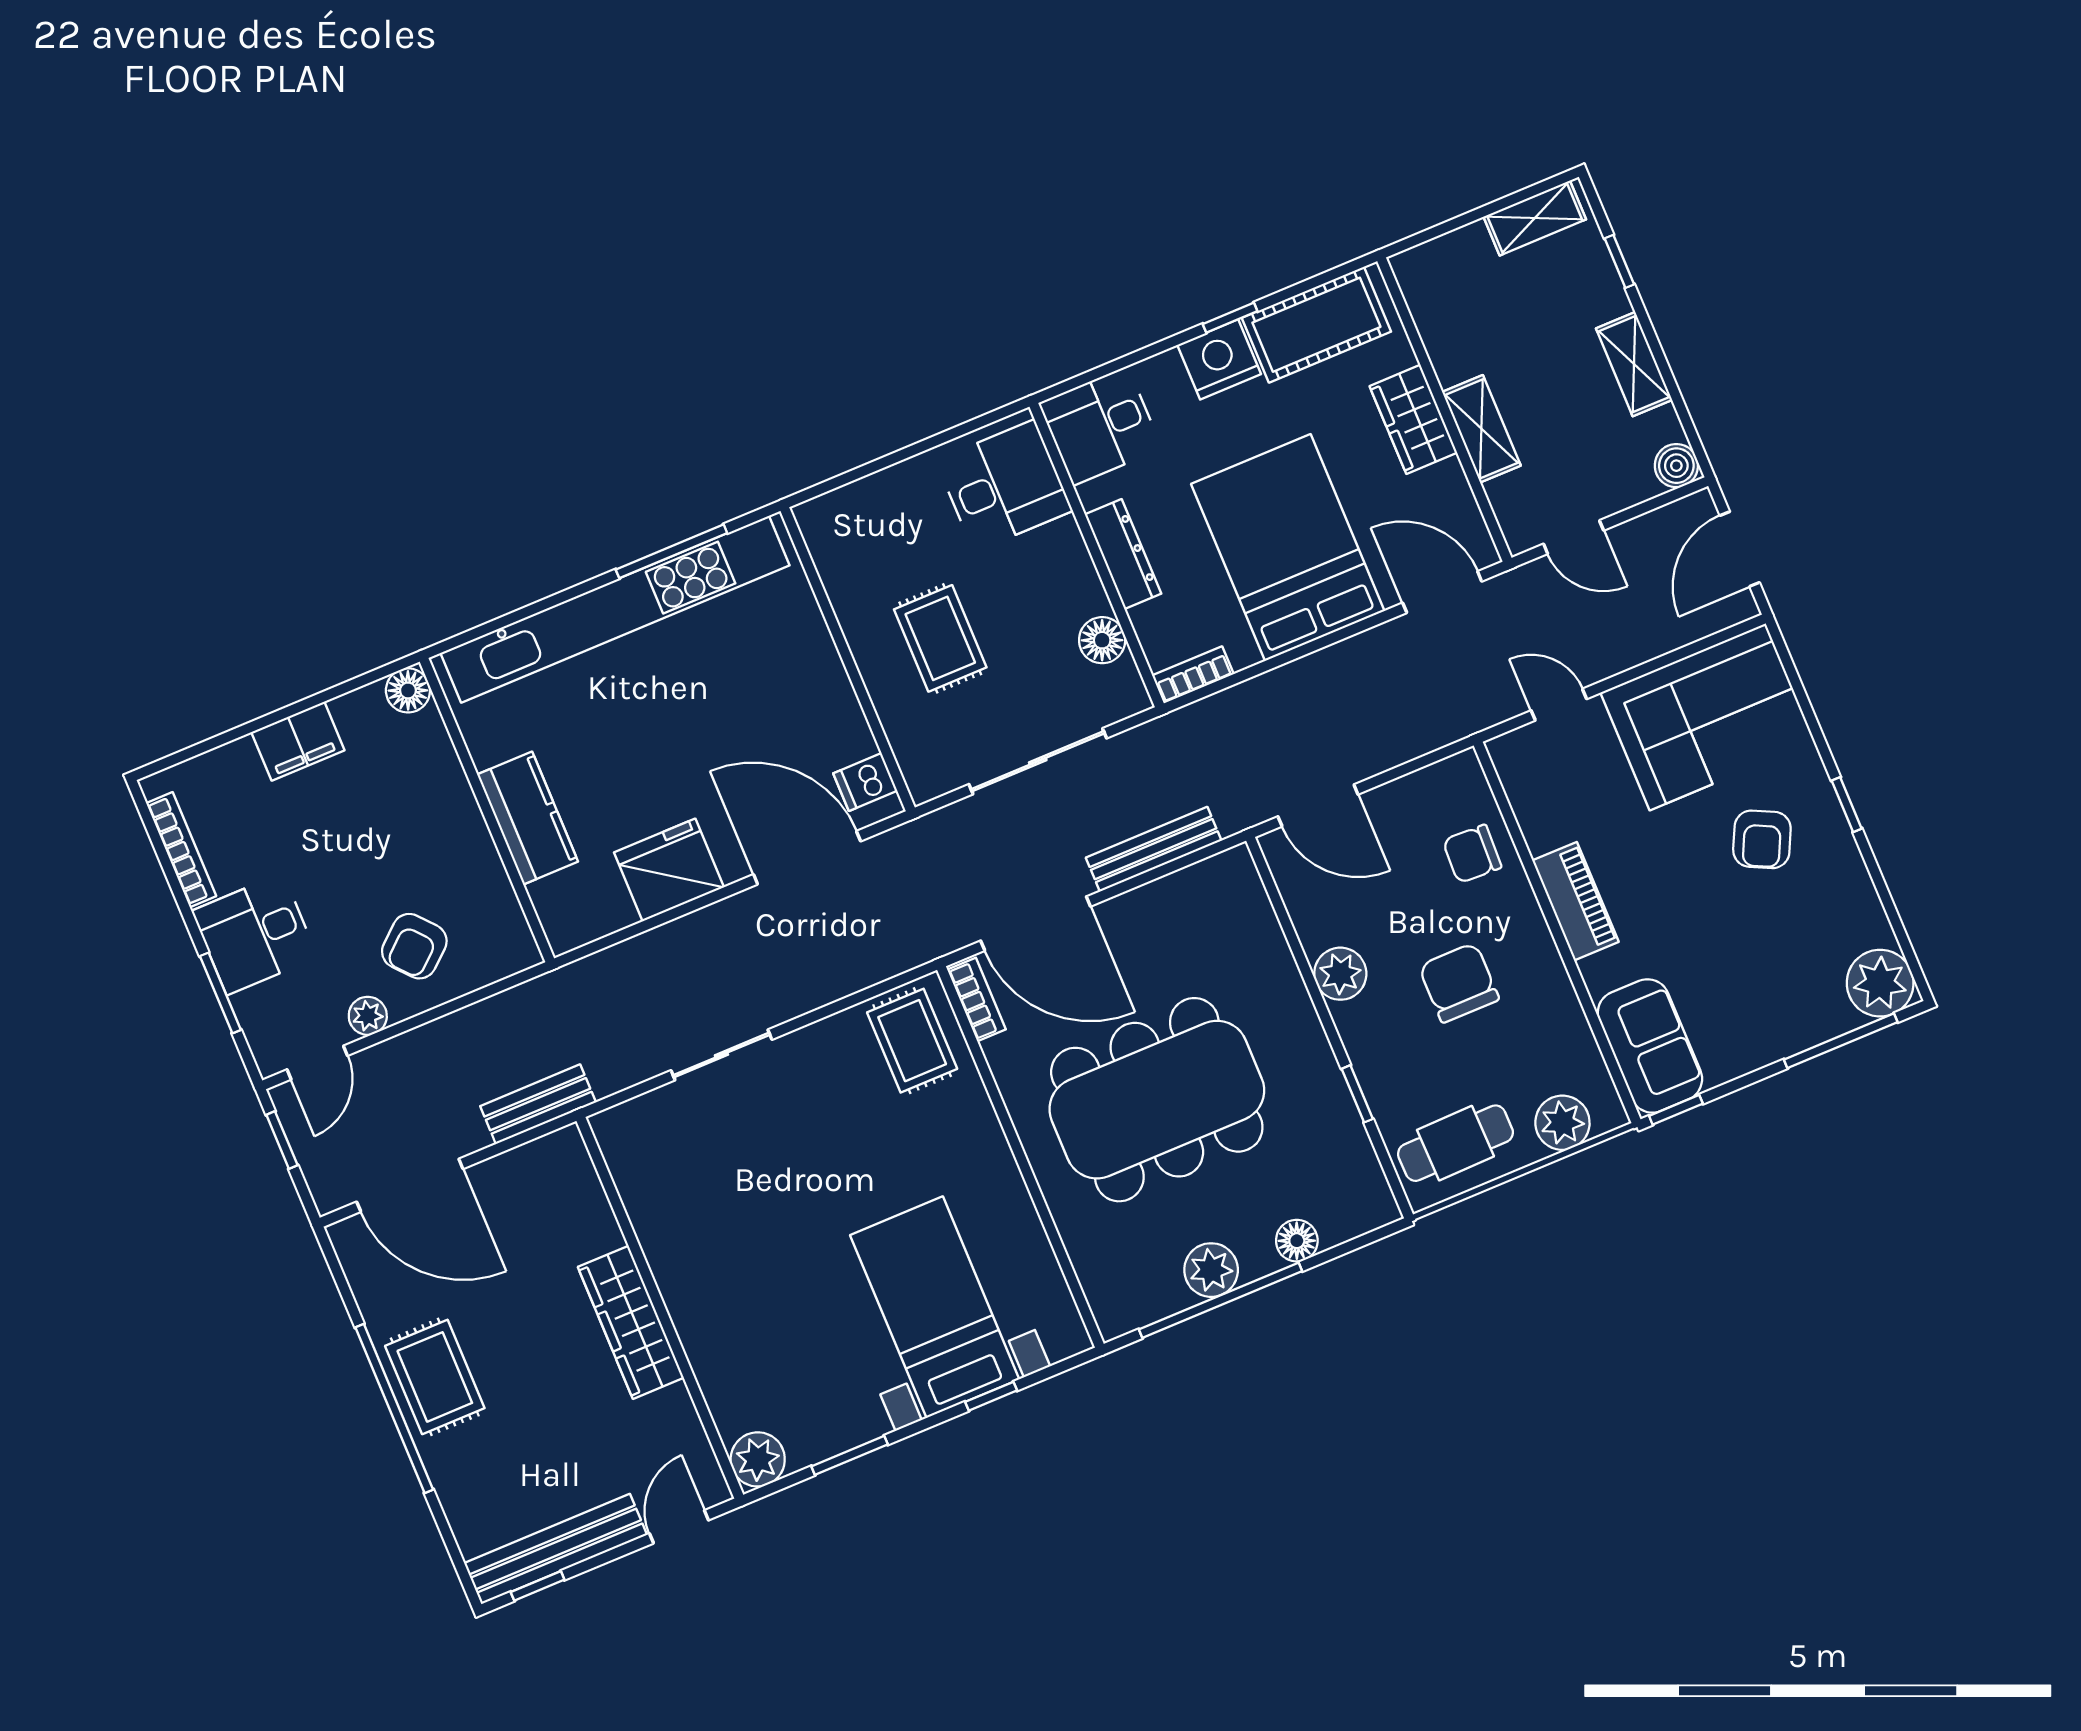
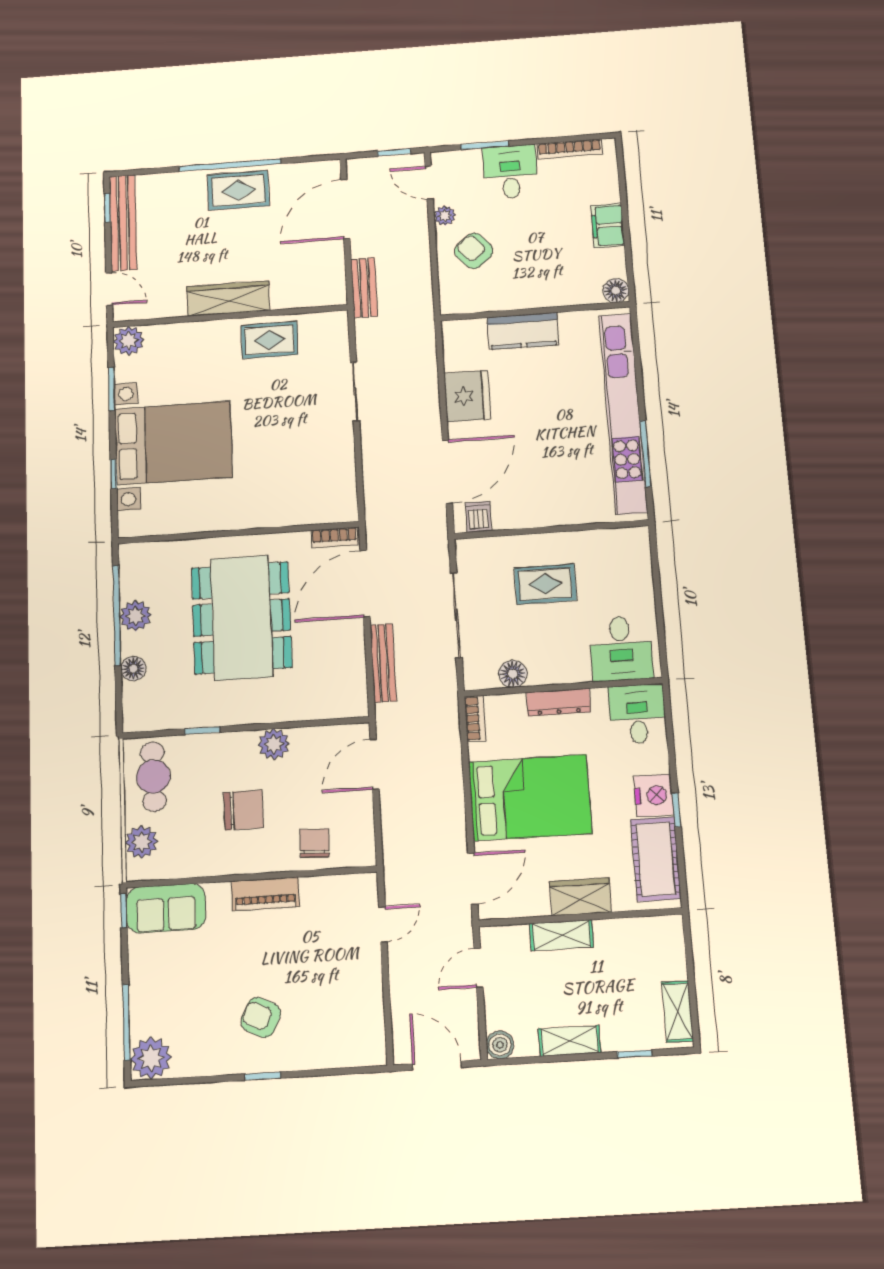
corner sofa: (1708, 717) -> (344, 1011), removed
rug: (912, 1041) -> (269, 340), moved
bed with nightstands: (935, 1307) -> (173, 443), width x1.36

